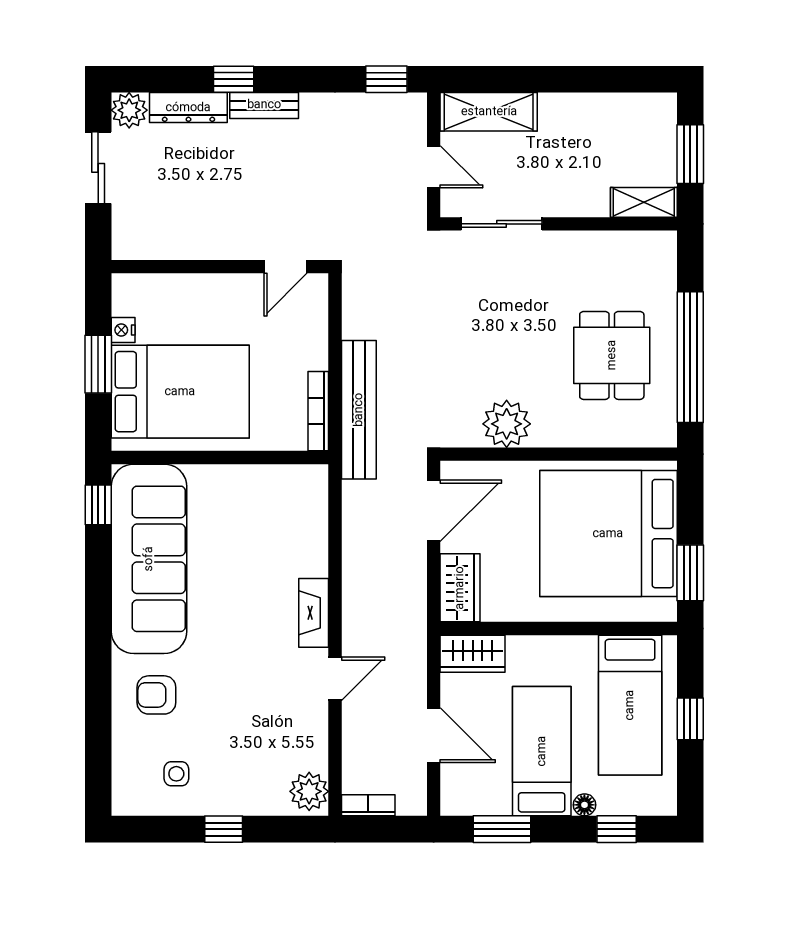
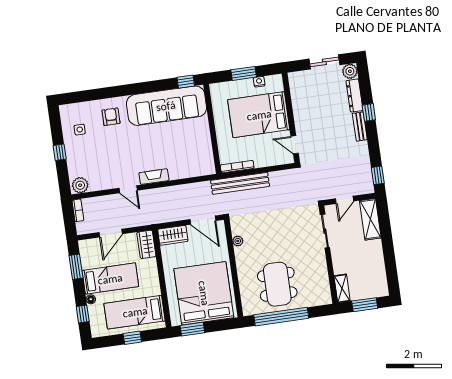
dining table: (612, 355) -> (277, 284), width x1.37
bed: (180, 392) -> (259, 115), moved, turned 90
plant: (507, 424) -> (238, 241), width x0.53, depth x0.53

